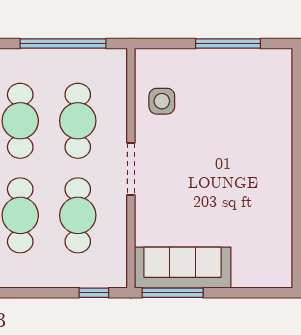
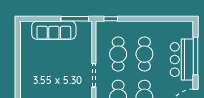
sofa: (183, 268) -> (54, 30), moved

